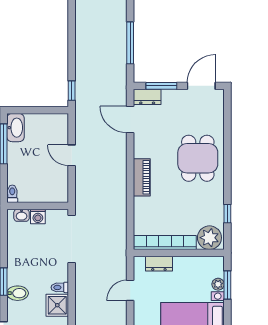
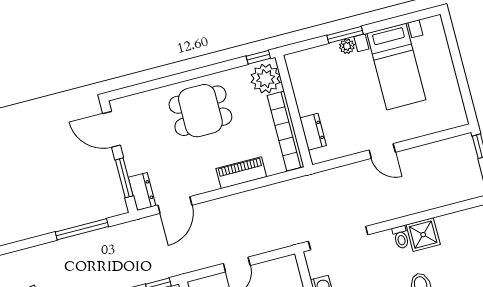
plant: (209, 238) -> (266, 79), moved
bookcase: (165, 243) -> (286, 131), moved
wall: (179, 253) -> (294, 111), moved
dresser: (159, 264) -> (313, 132), moved

